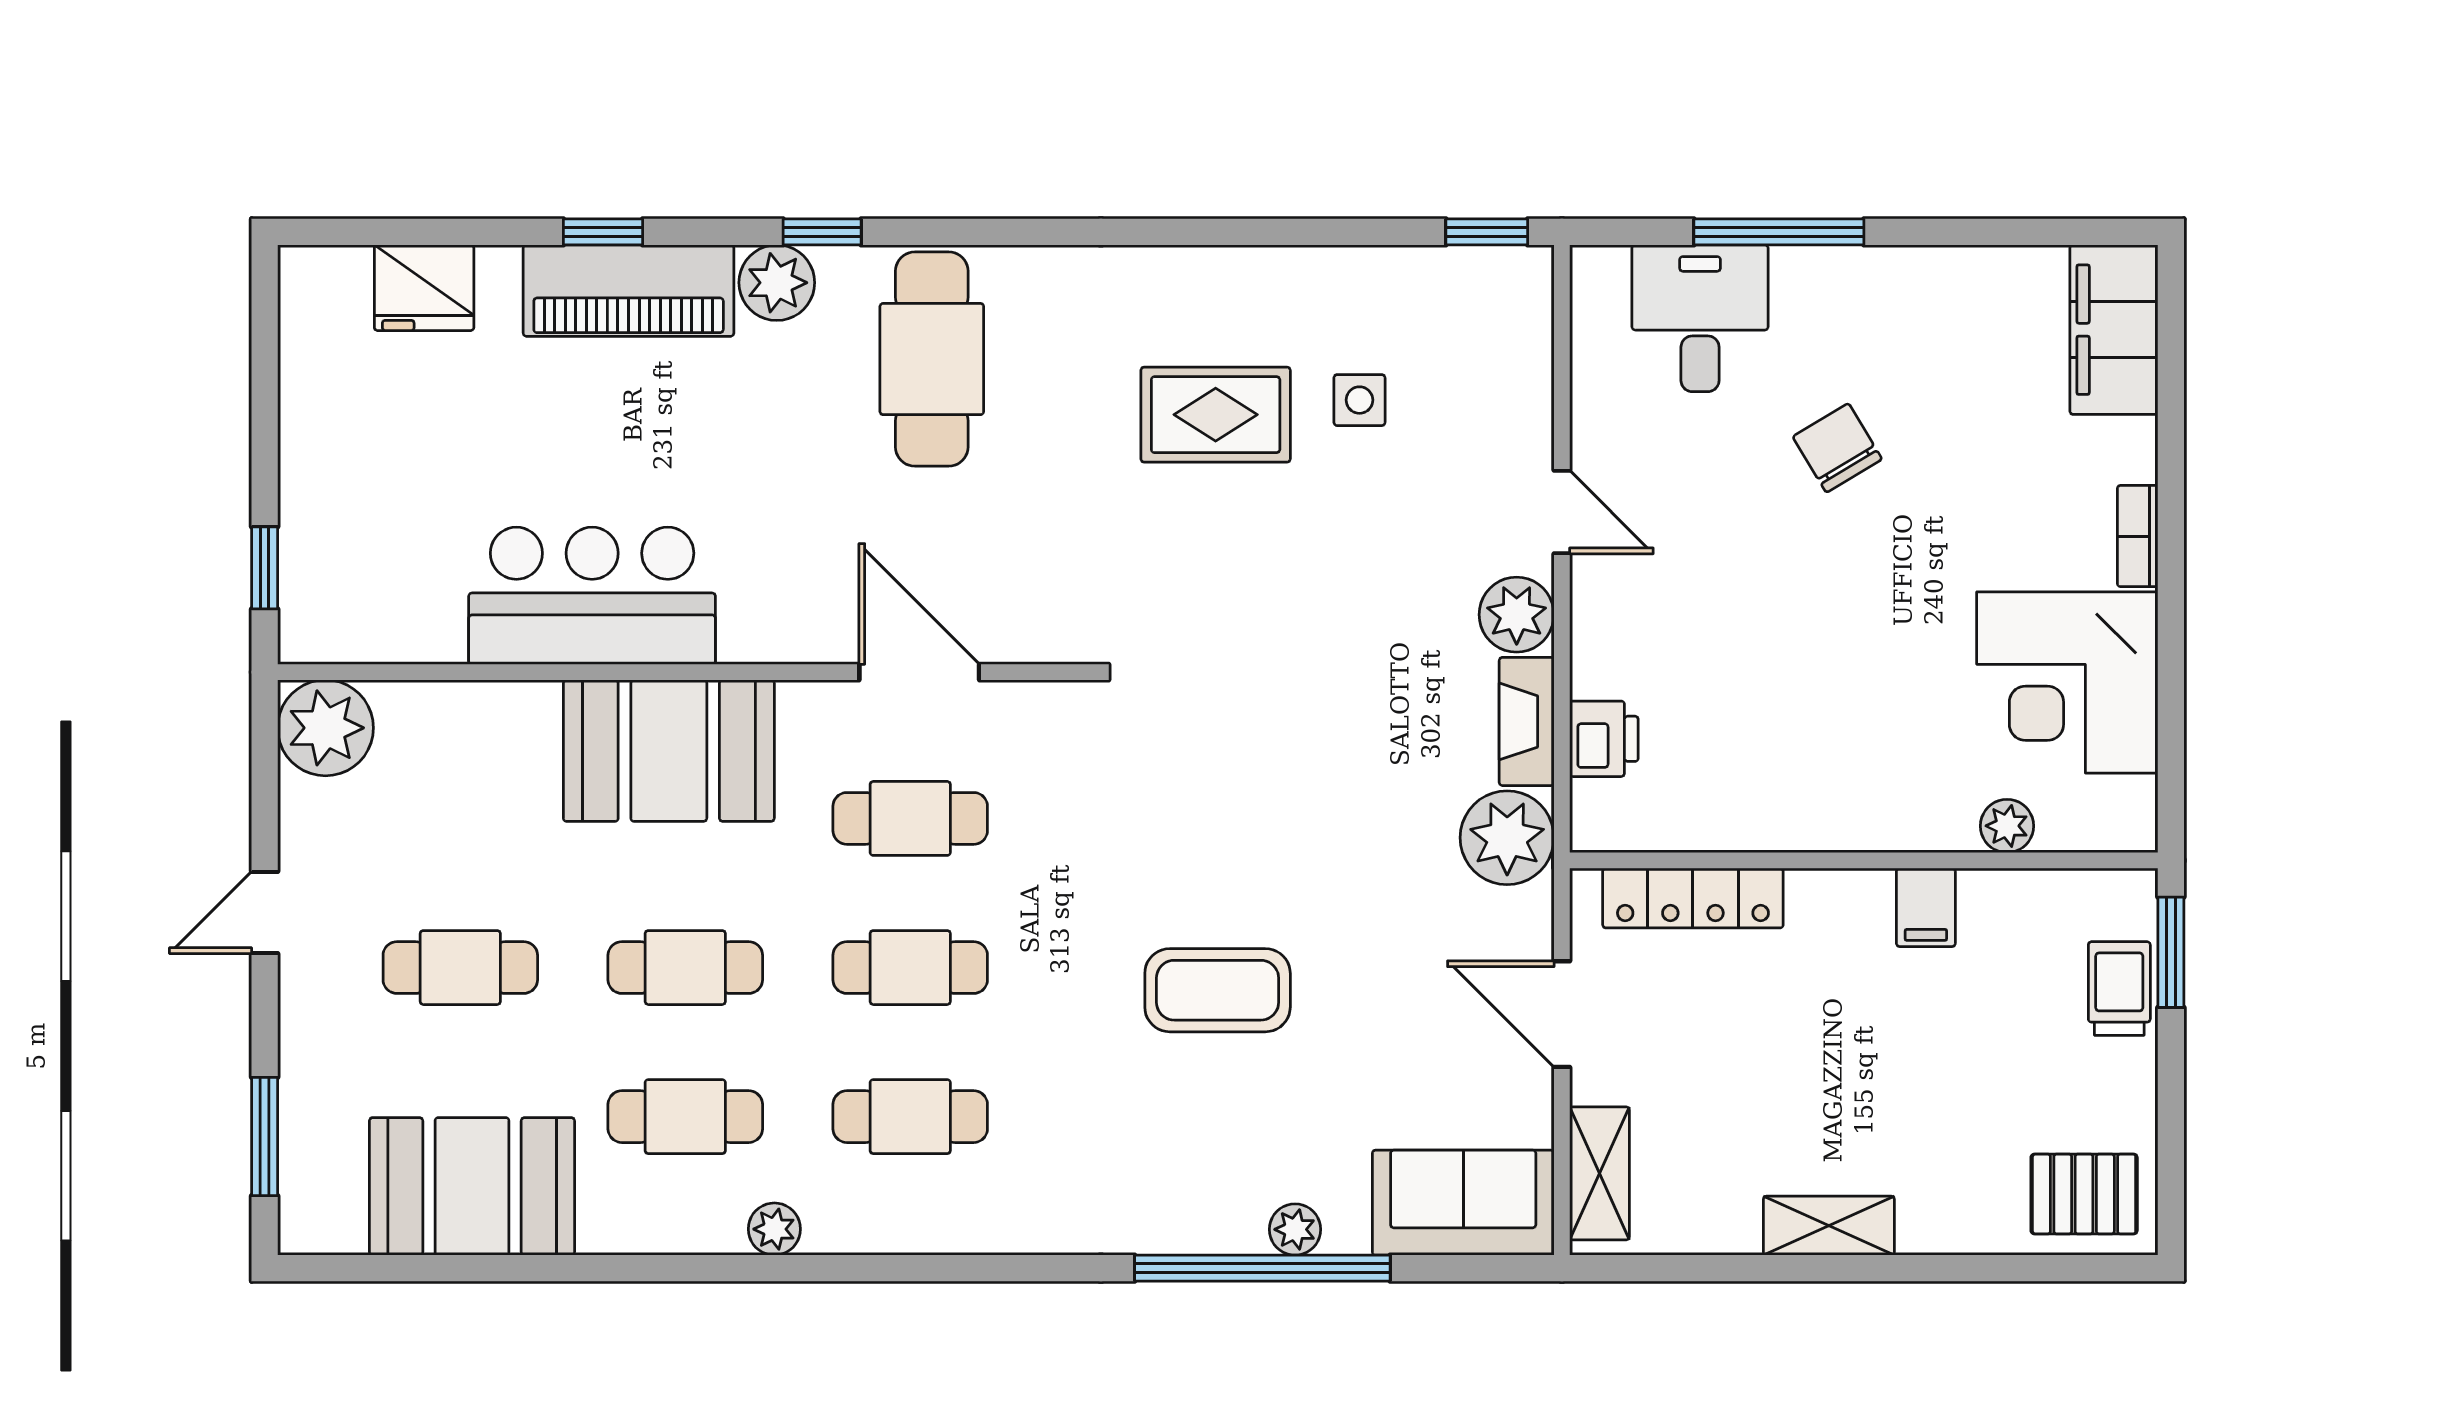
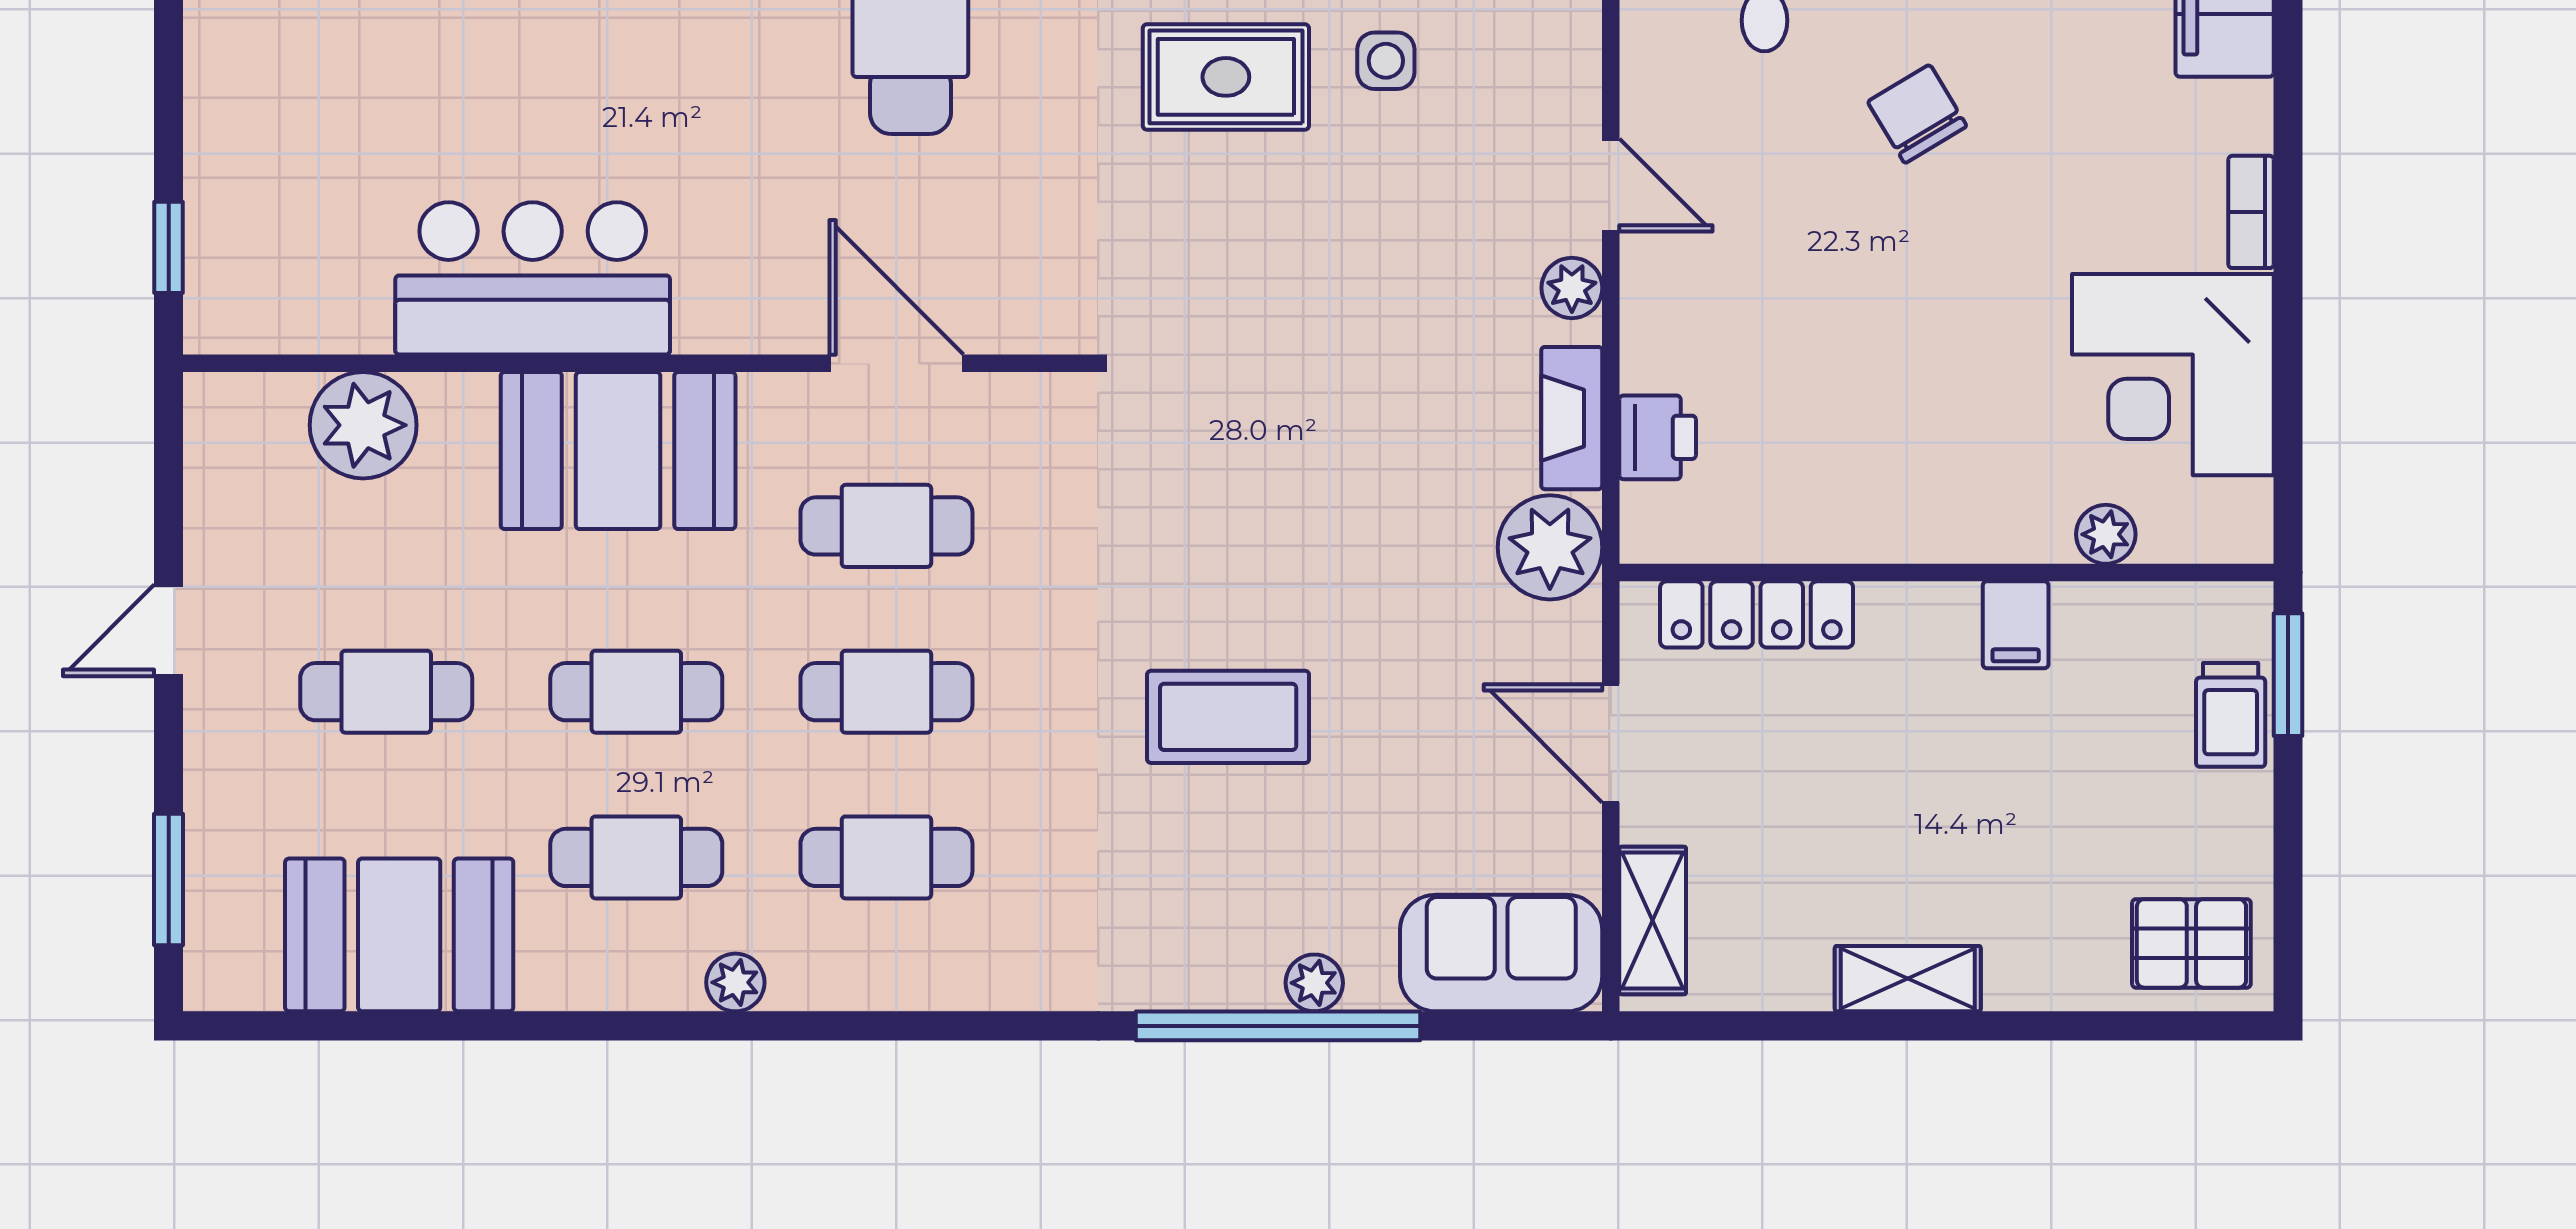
plant: (1517, 615) -> (1572, 288), width x0.73, depth x0.73
plant: (325, 728) -> (363, 425), moved
trolley: (2119, 988) -> (2231, 715), turned 180

